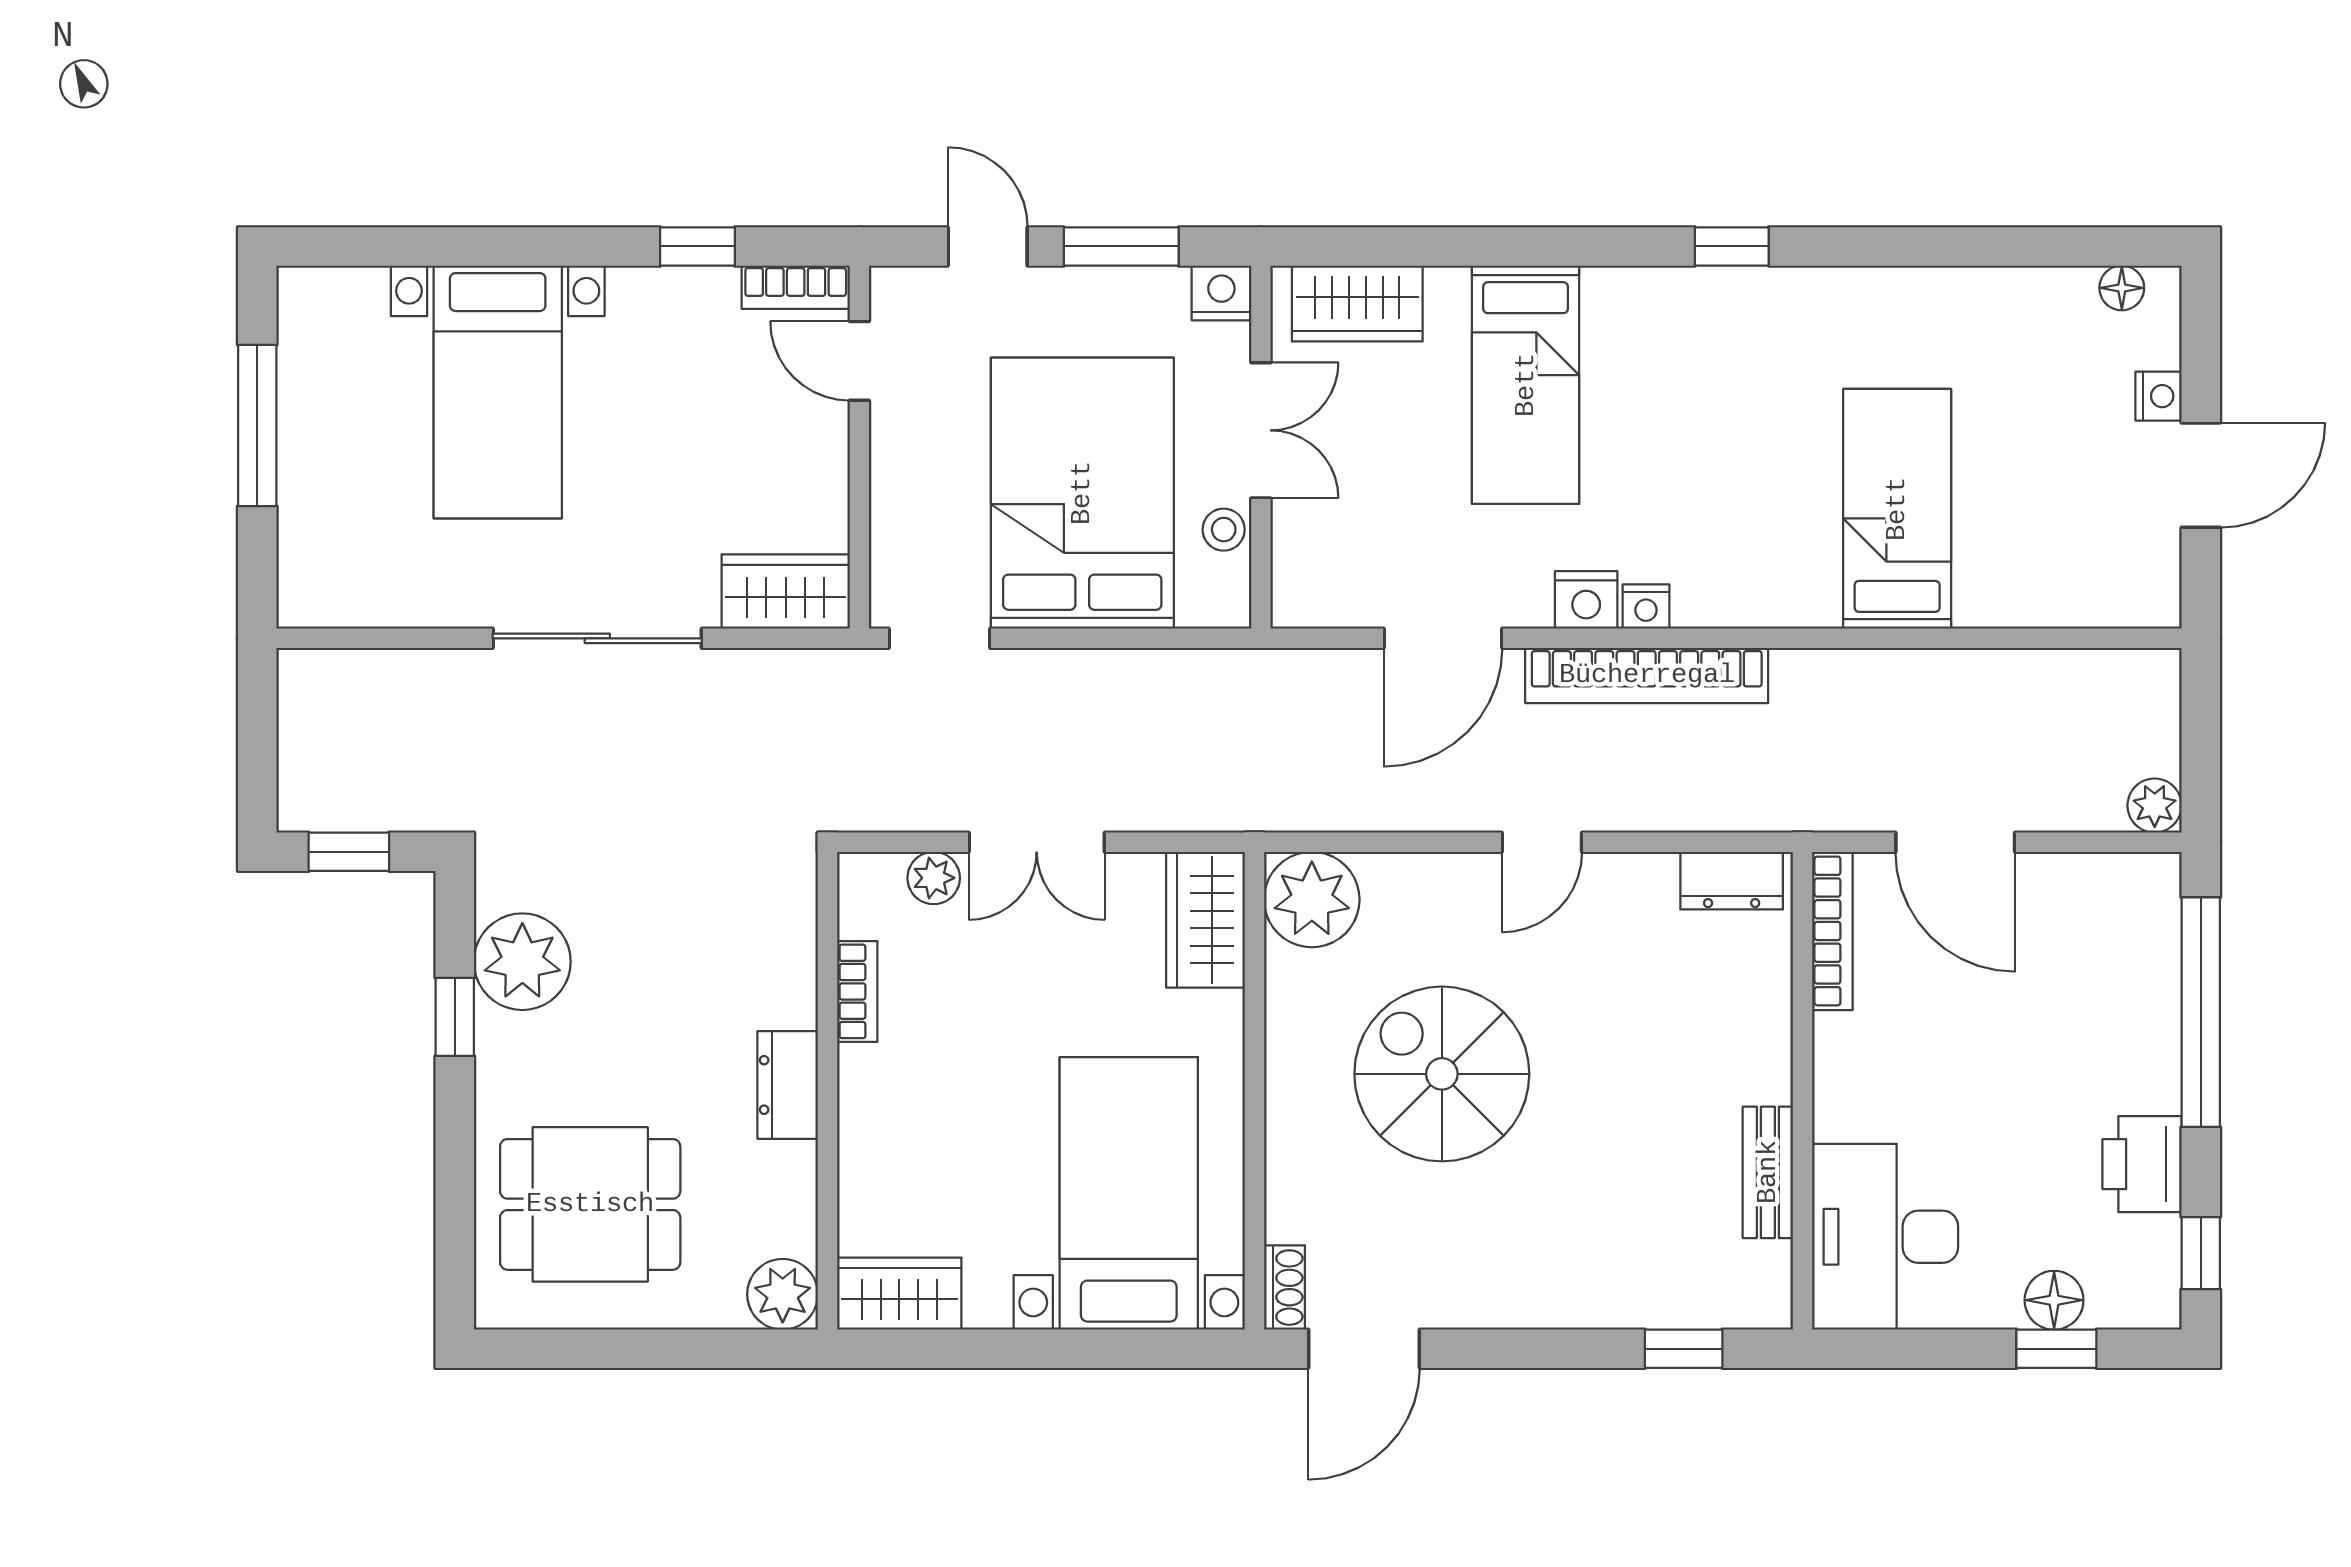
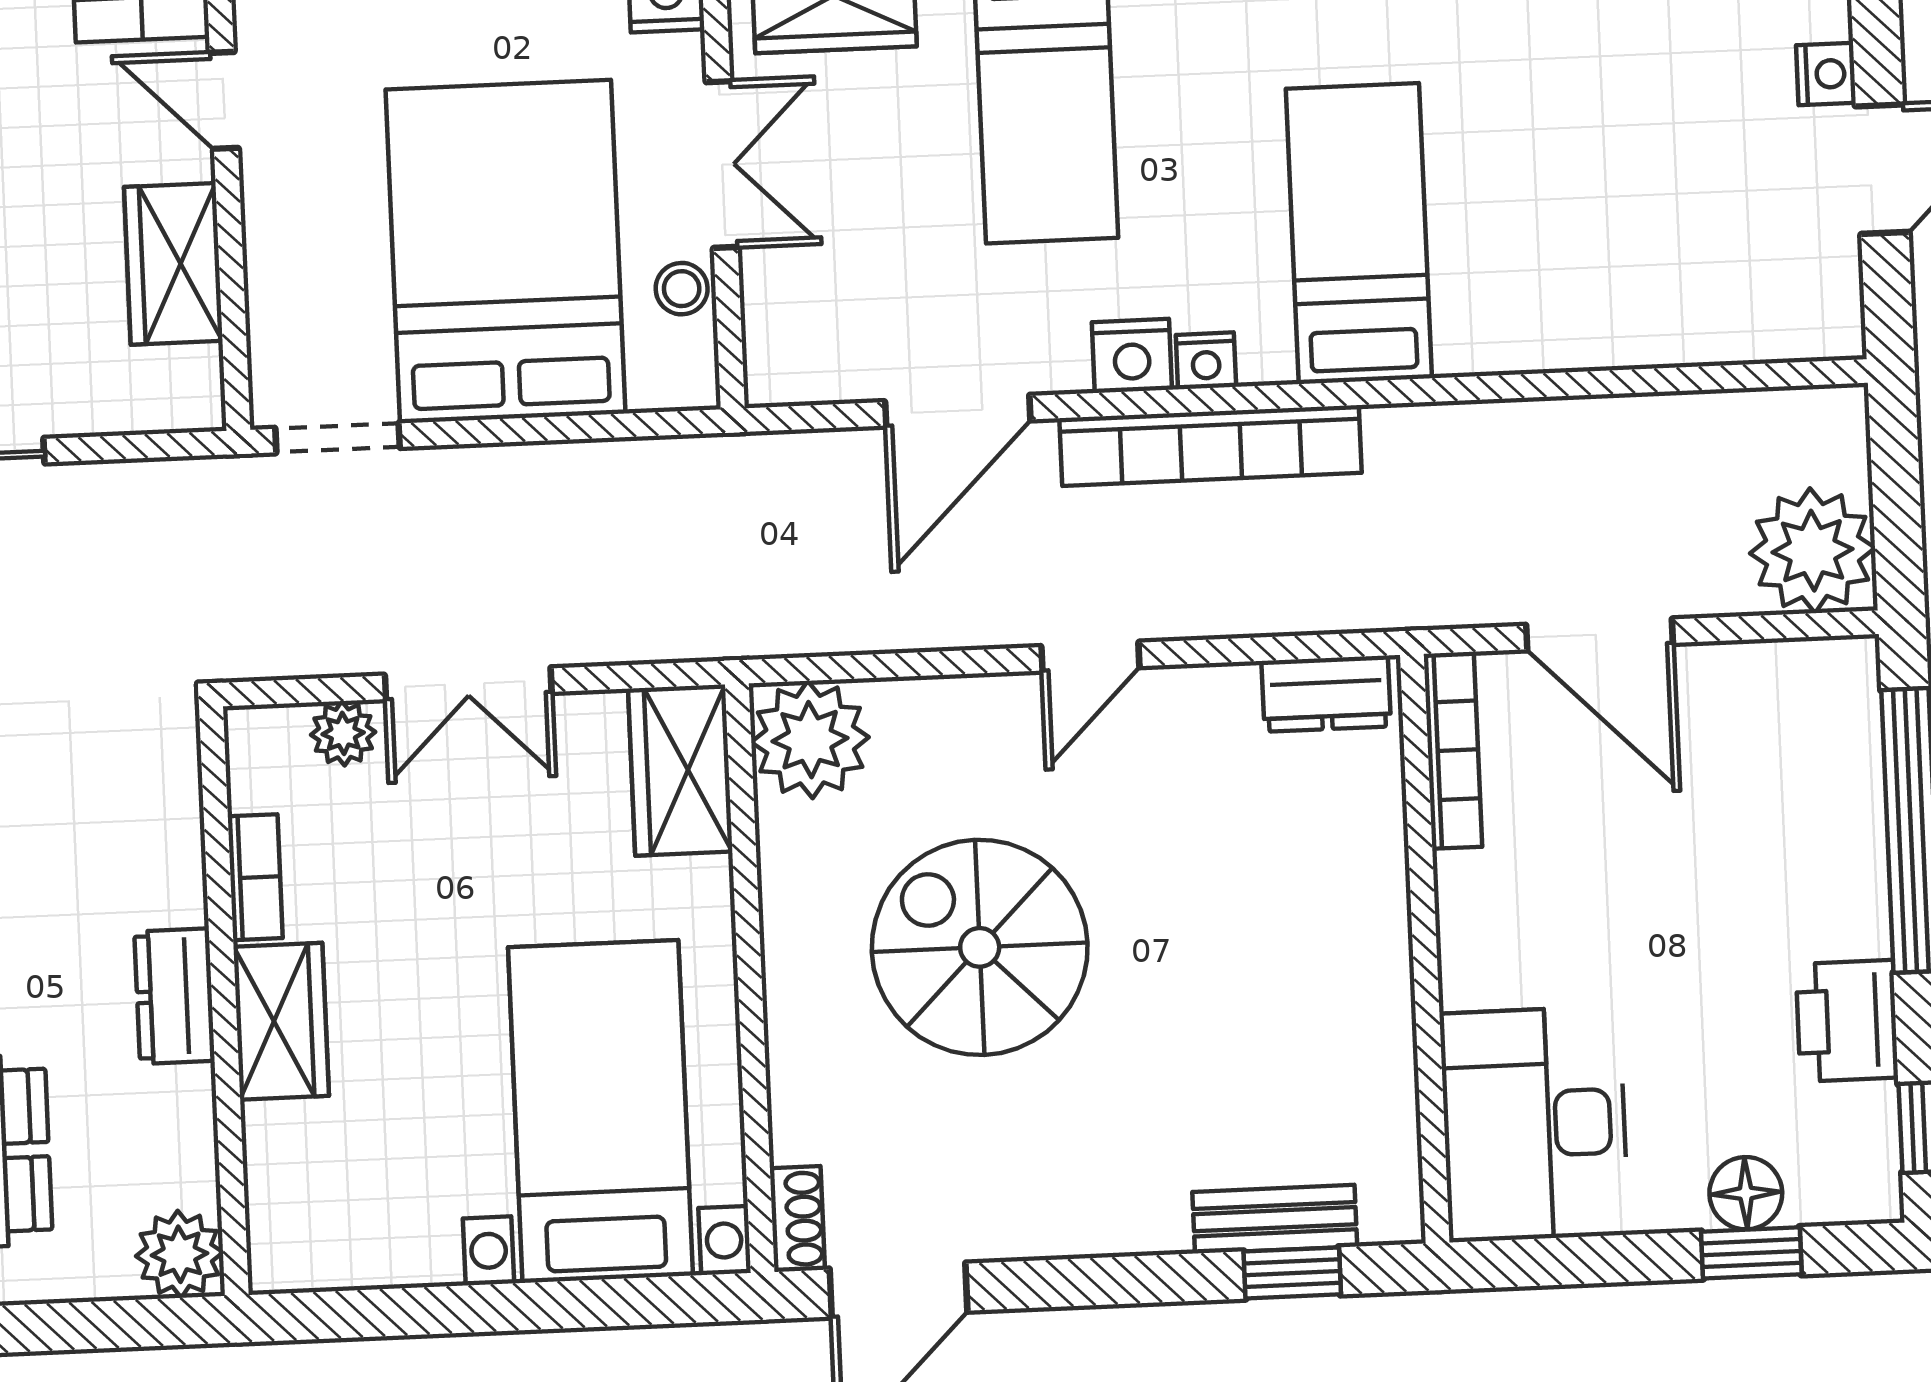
bed: (1897, 509) -> (1359, 233), moved
wardrobe: (786, 592) -> (173, 264), moved, turned -90
plant: (2155, 806) -> (1813, 551), width x1.88, depth x1.88
bench: (1768, 1172) -> (1275, 1219), moved, turned 90
wardrobe: (899, 1294) -> (281, 1021), moved, turned 90

